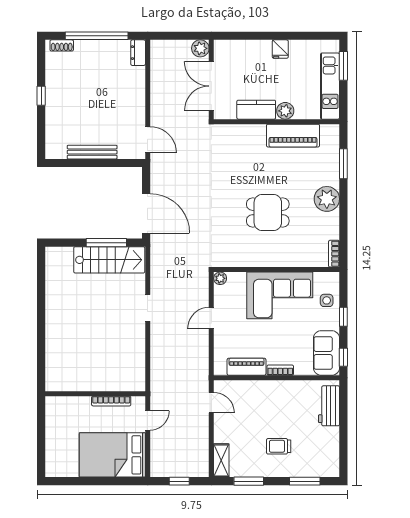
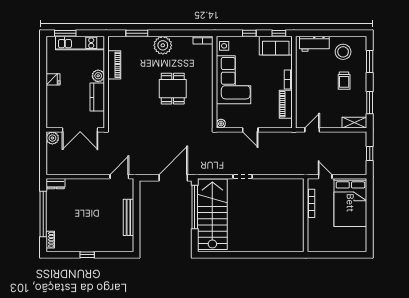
piano: (293, 136) -> (114, 65), width x0.73, depth x0.75
window: (106, 243) -> (195, 207), width x1.46
stairs: (109, 260) -> (212, 214), width x1.36, depth x1.51
side table: (327, 300) -> (224, 46), moved
stool: (318, 445) -> (343, 52), added

